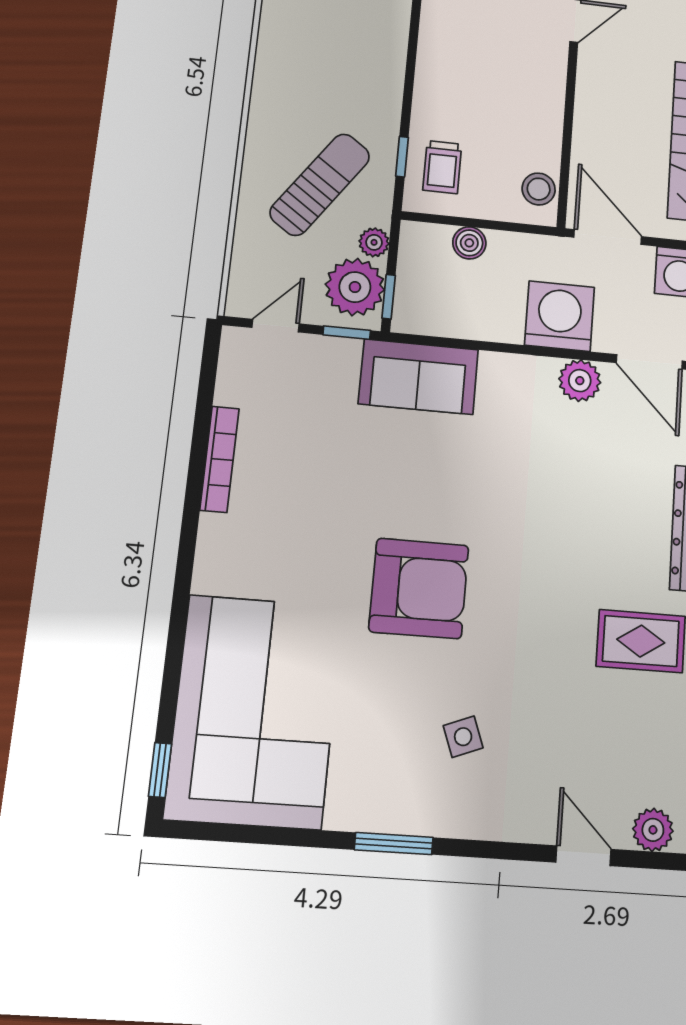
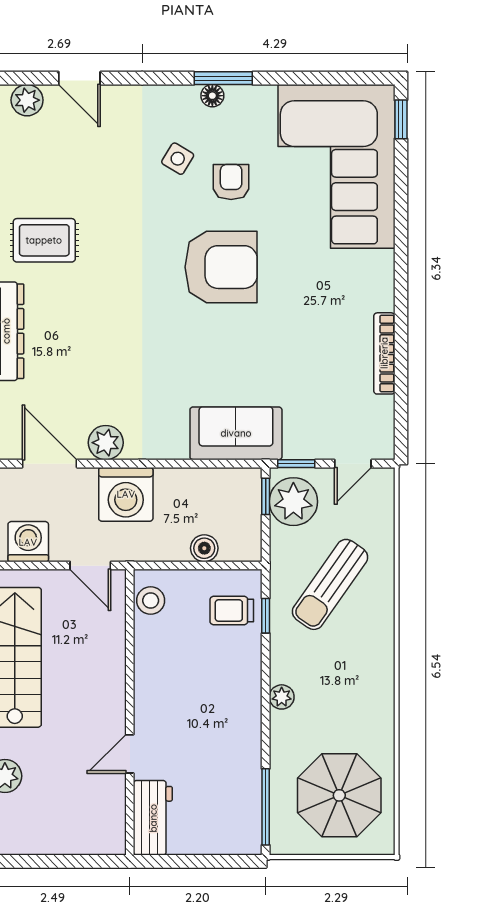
trolley: (442, 167) -> (232, 611), turned -90
door: (608, 237) -> (90, 566), width x0.73
plant: (374, 242) -> (282, 697), moved
armchair: (419, 588) -> (221, 267), turned 180
armchair: (396, 700) -> (231, 182), added
side table: (463, 737) -> (178, 159), turned -38
floor lamp: (410, 820) -> (212, 96), added

